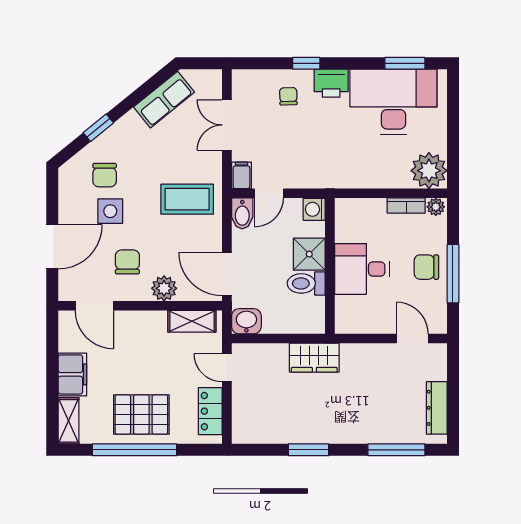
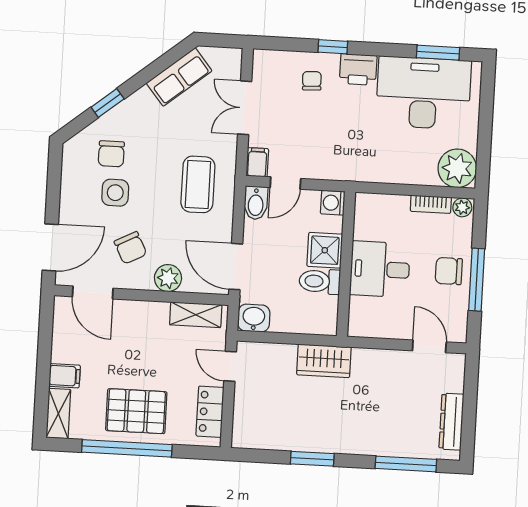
coffee table: (187, 199) -> (198, 184), turned 90
door: (52, 247) -> (50, 247), moved
chair: (127, 262) -> (130, 248), turned 153
filing cabinet: (72, 374) -> (65, 376), width x0.50

